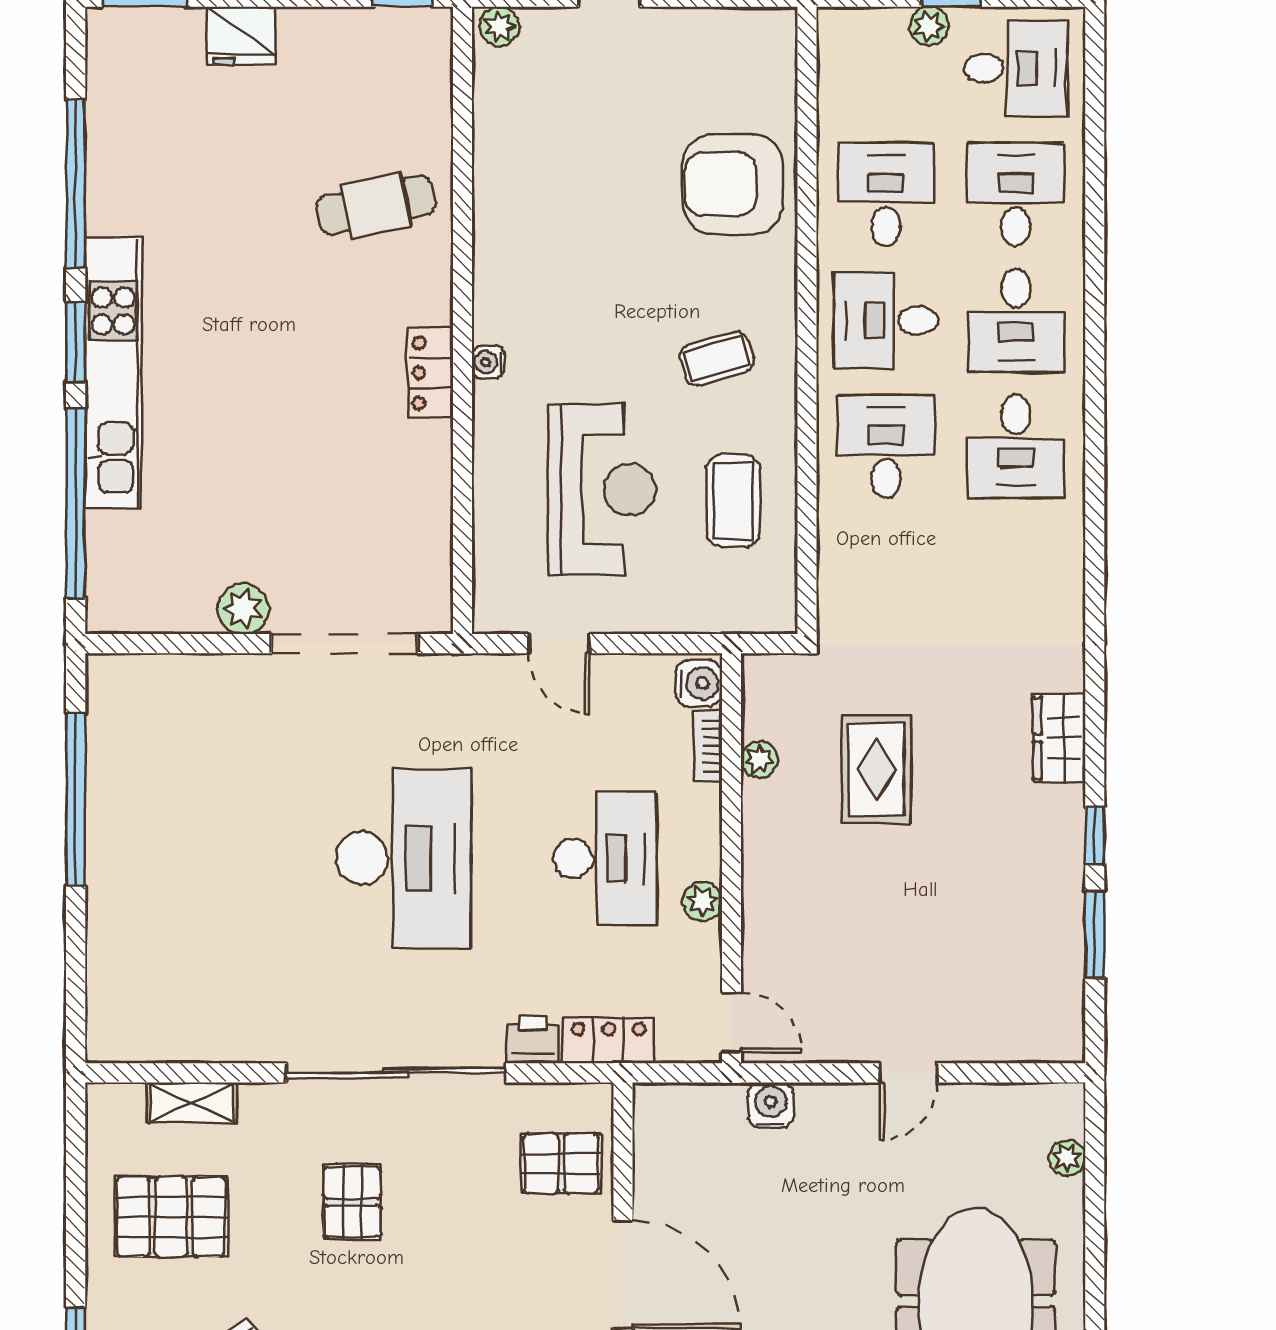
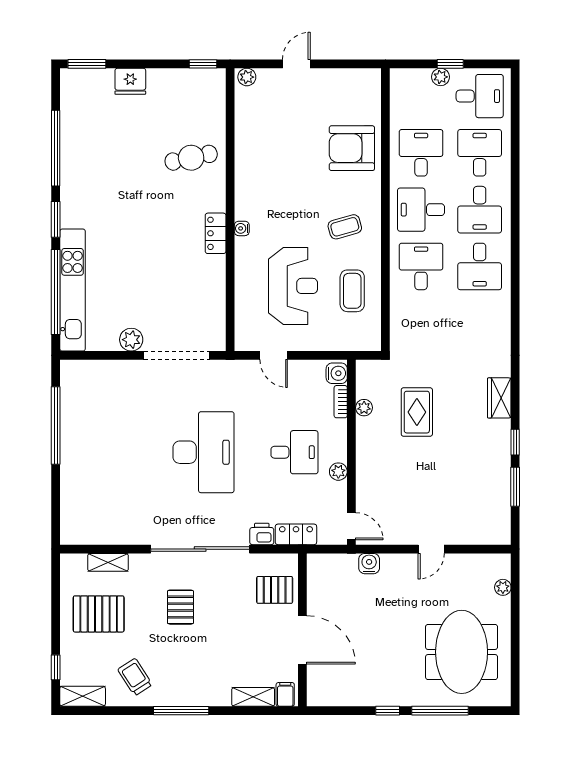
kitchen unit: (113, 373) -> (73, 290), moved
desk: (605, 858) -> (294, 452), width x0.73

